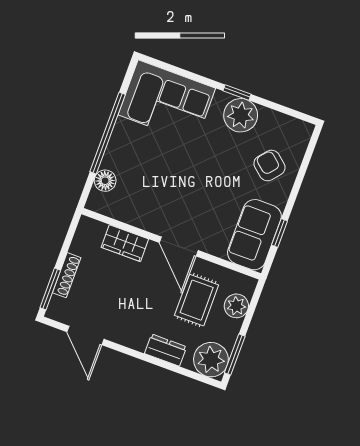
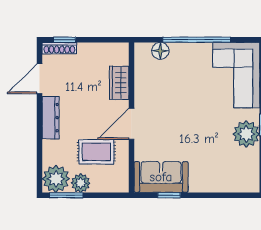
armchair: (269, 165) -> (217, 169), removed
shoe rack: (67, 275) -> (59, 48), moved
window: (50, 289) -> (65, 40), width x0.67
plant: (236, 306) -> (81, 183), moved
dresser: (165, 350) -> (51, 118), moved, width x1.44

